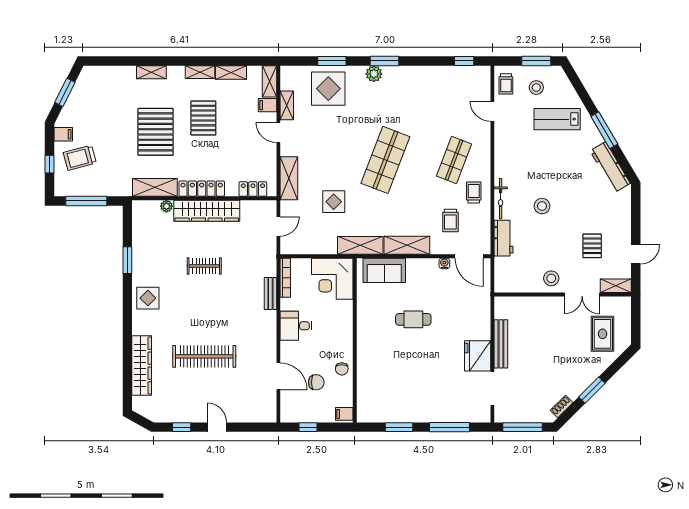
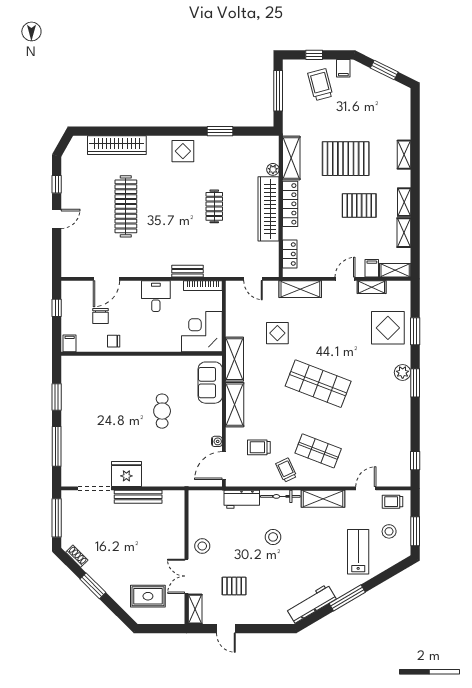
shelving: (503, 155) -> (323, 499), added
trolley: (474, 193) -> (286, 470), turned -115

